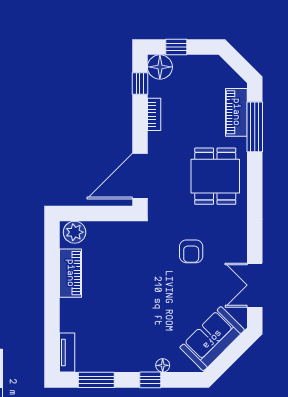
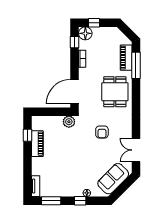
plant: (75, 232) -> (69, 122), moved
window: (52, 257) -> (28, 135), added

